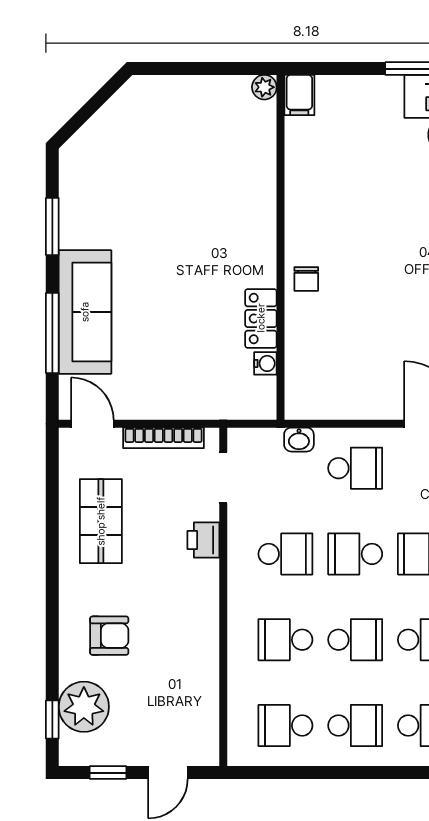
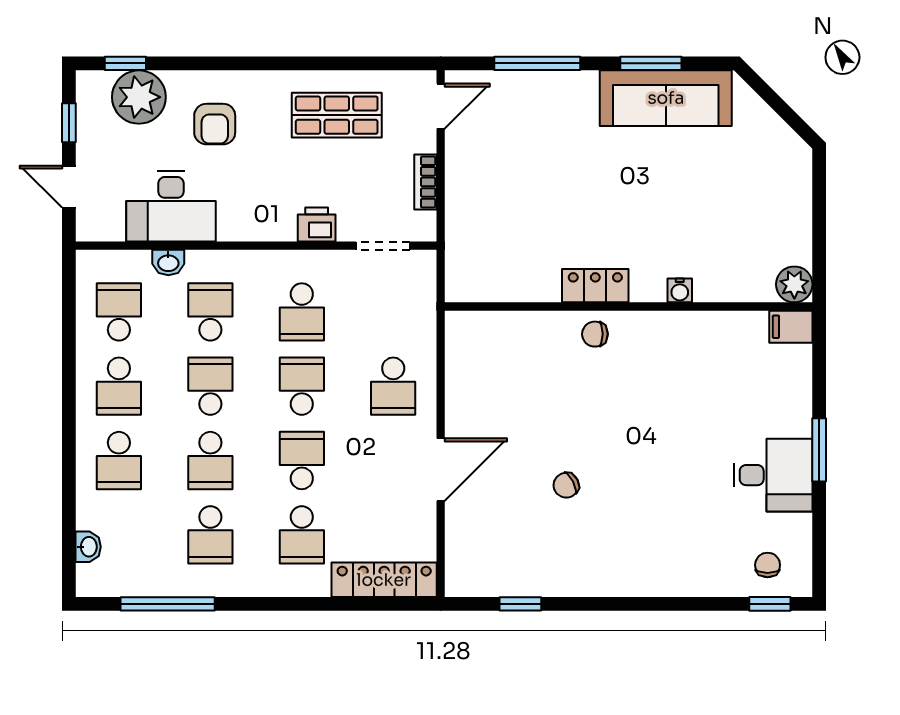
plant: (264, 87) -> (794, 284), width x1.38, depth x1.38
sofa: (85, 312) -> (666, 98), moved
locker: (261, 318) -> (595, 286), moved
water cooler: (265, 363) -> (680, 290), moved
bookcase: (164, 438) -> (426, 182), width x0.64
washbasin: (299, 440) -> (168, 262), moved, turned -90
school desk: (355, 640) -> (210, 386), turned 180
desk: (186, 677) -> (171, 206), added

